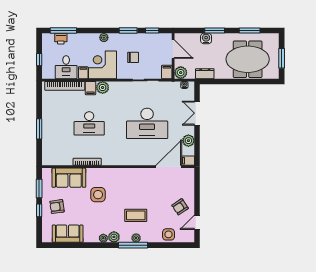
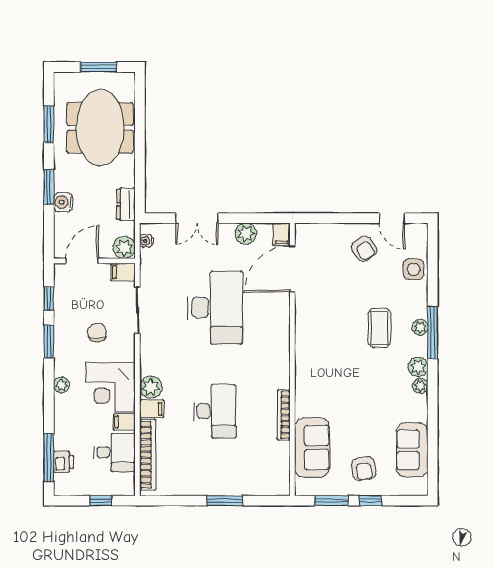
door: (169, 167) -> (292, 269), hinge flipped
side table: (98, 195) -> (342, 395), removed

